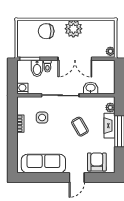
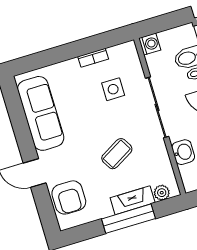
armchair: (97, 162) -> (69, 197), turned 90

